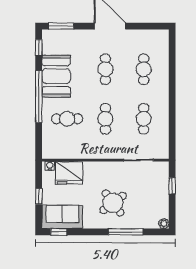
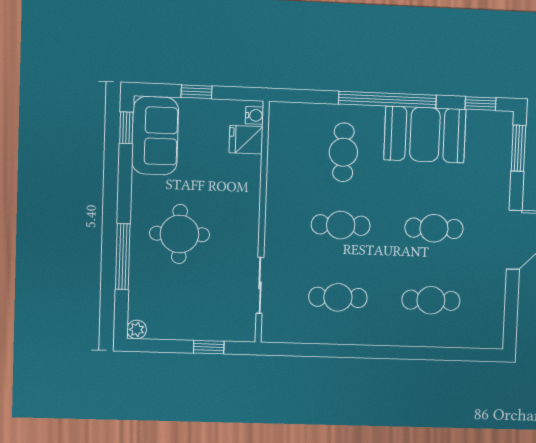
fridge: (69, 173) -> (246, 140), width x0.53, depth x0.75
round table: (113, 203) -> (179, 234), turned 37

